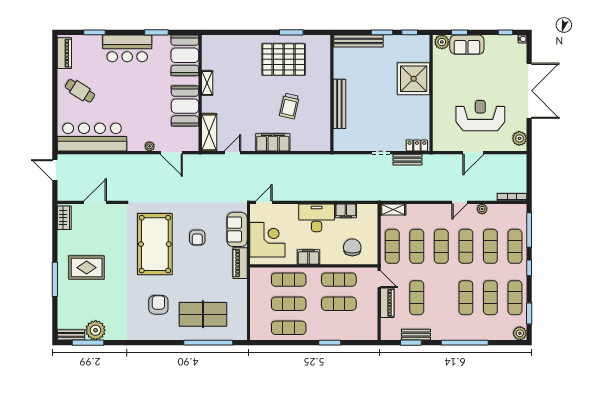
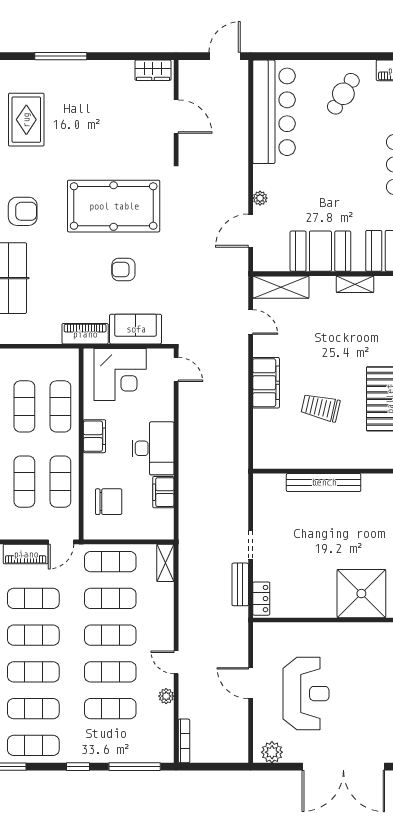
exercise mat: (515, 246) -> (33, 635), moved
rug: (87, 268) -> (26, 120), moved

